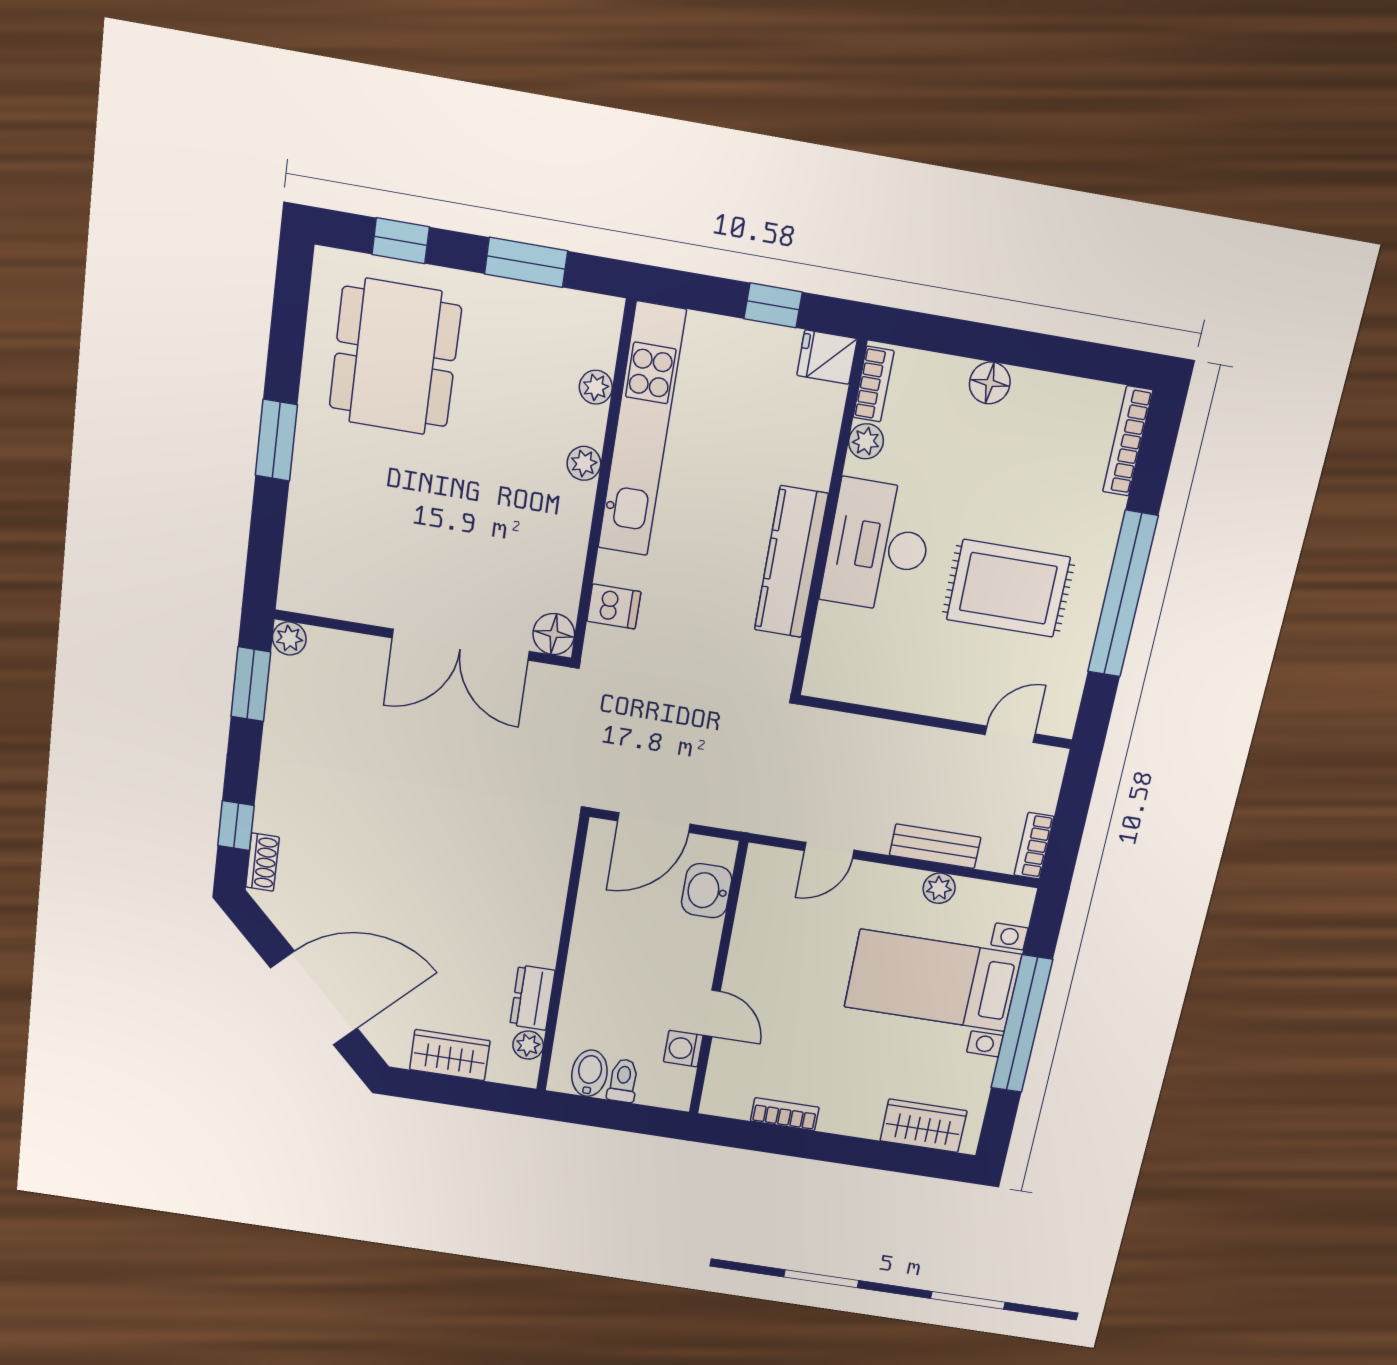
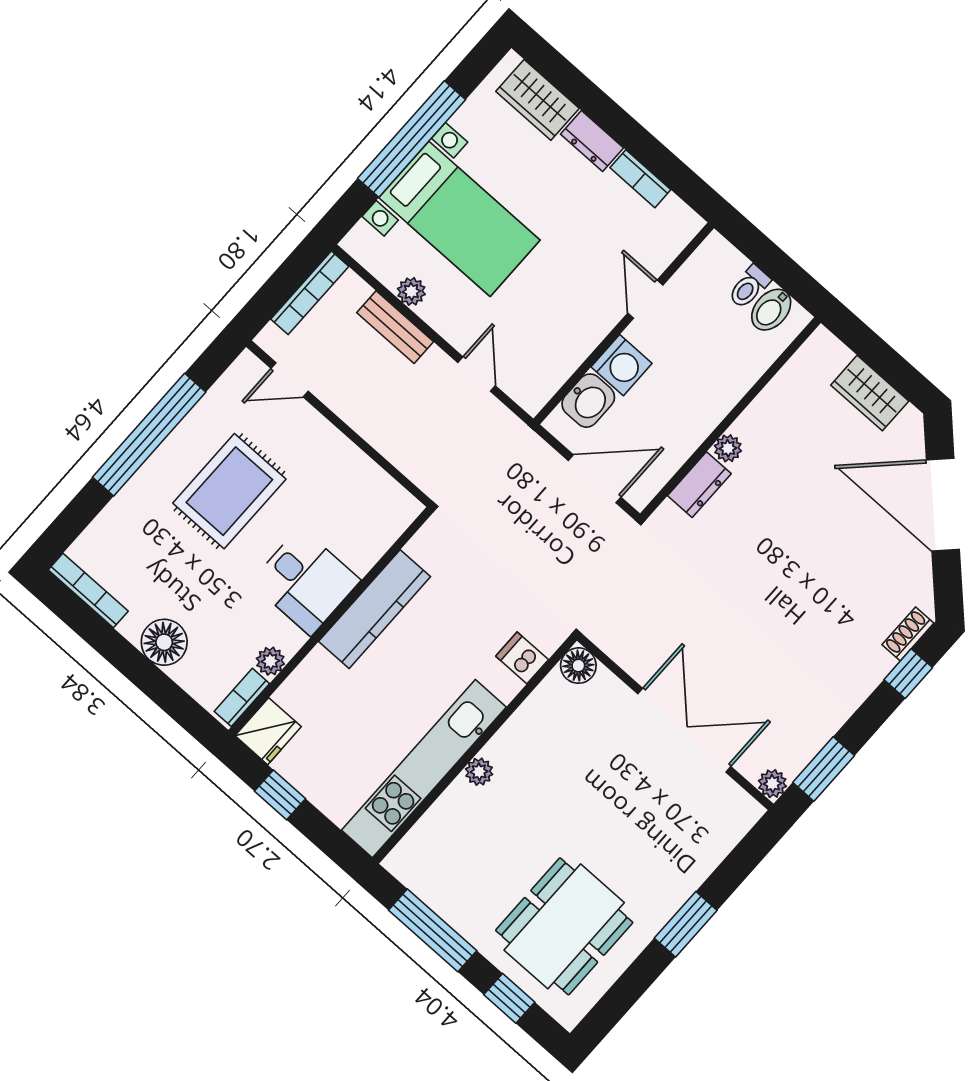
window: (526, 262) -> (433, 930), width x1.44
fridge: (827, 357) -> (268, 731), width x1.38
floor lamp: (990, 383) -> (164, 642), width x1.38, depth x1.38
plant: (596, 387) -> (437, 818), removed
bookcase: (1128, 441) -> (88, 591), moved, turned -90
desk: (878, 546) -> (306, 581), width x0.73
rug: (1008, 588) -> (229, 491), turned 90
double door: (461, 645) -> (684, 730), moved
bookcase: (1034, 846) -> (310, 293), width x1.56
door: (829, 850) -> (477, 374), hinge flipped
dresser: (532, 998) -> (699, 485), moved
plant: (528, 1045) -> (728, 448), moved
washing machine: (683, 1049) -> (622, 365), moved, width x1.38, depth x1.38
dresser: (850, 1120) -> (592, 141), added

